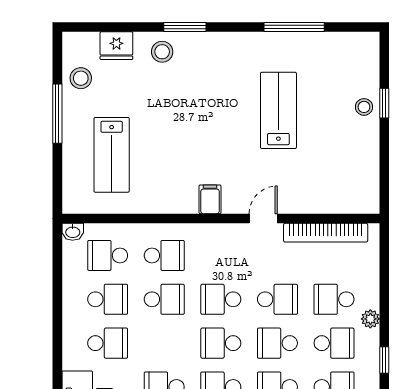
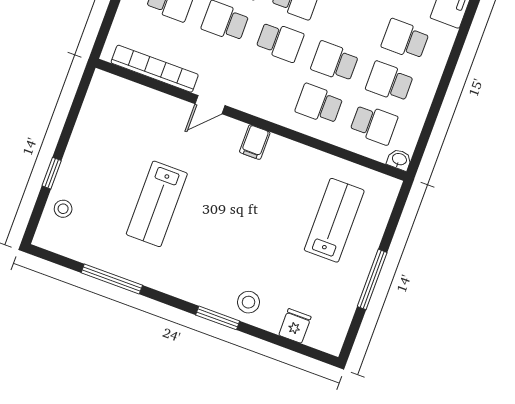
fridge: (116, 46) -> (295, 326), width x0.72
stool: (81, 78) -> (337, 306), removed
stool: (364, 107) -> (63, 209), moved

